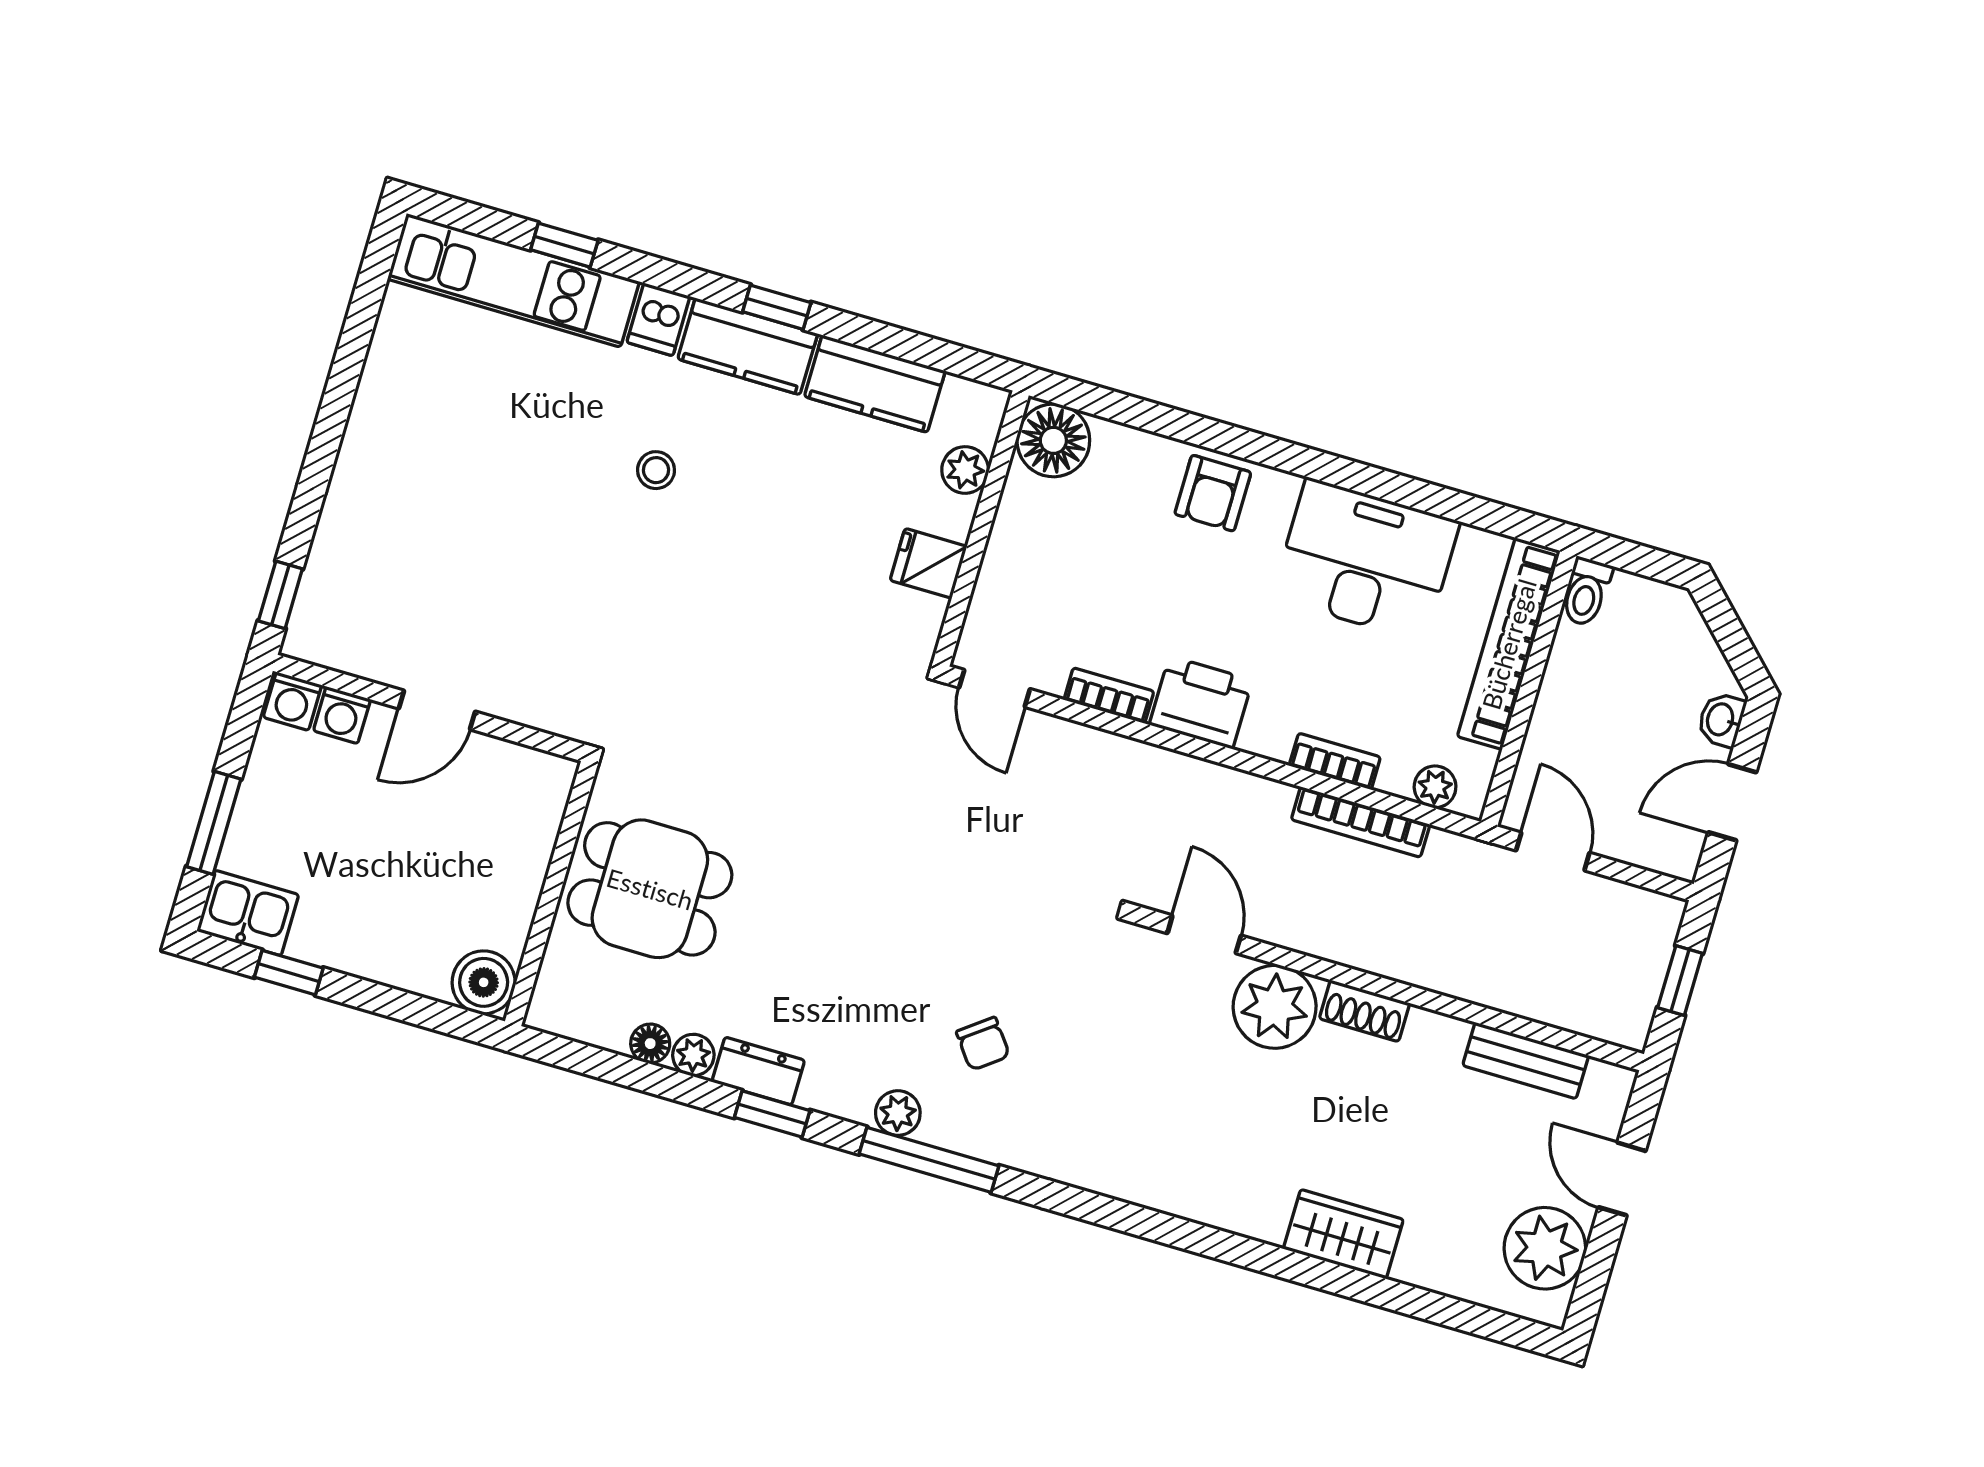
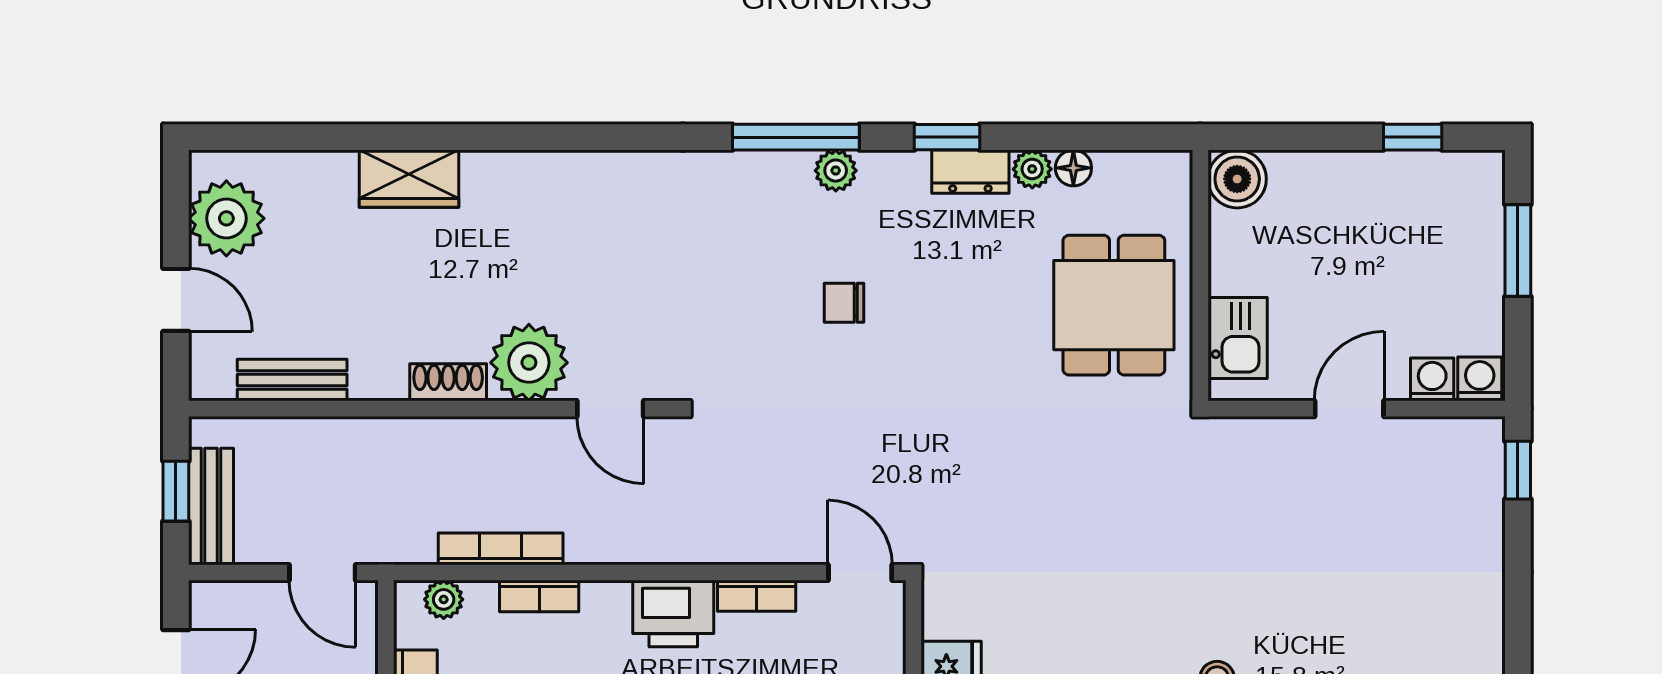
dining table: (650, 889) -> (1114, 305), turned 90
kitchen sink: (248, 913) -> (1238, 338), moved, turned -90
bench: (1648, 954) -> (211, 506), added
chair: (983, 1044) -> (844, 303), moved, turned -53

